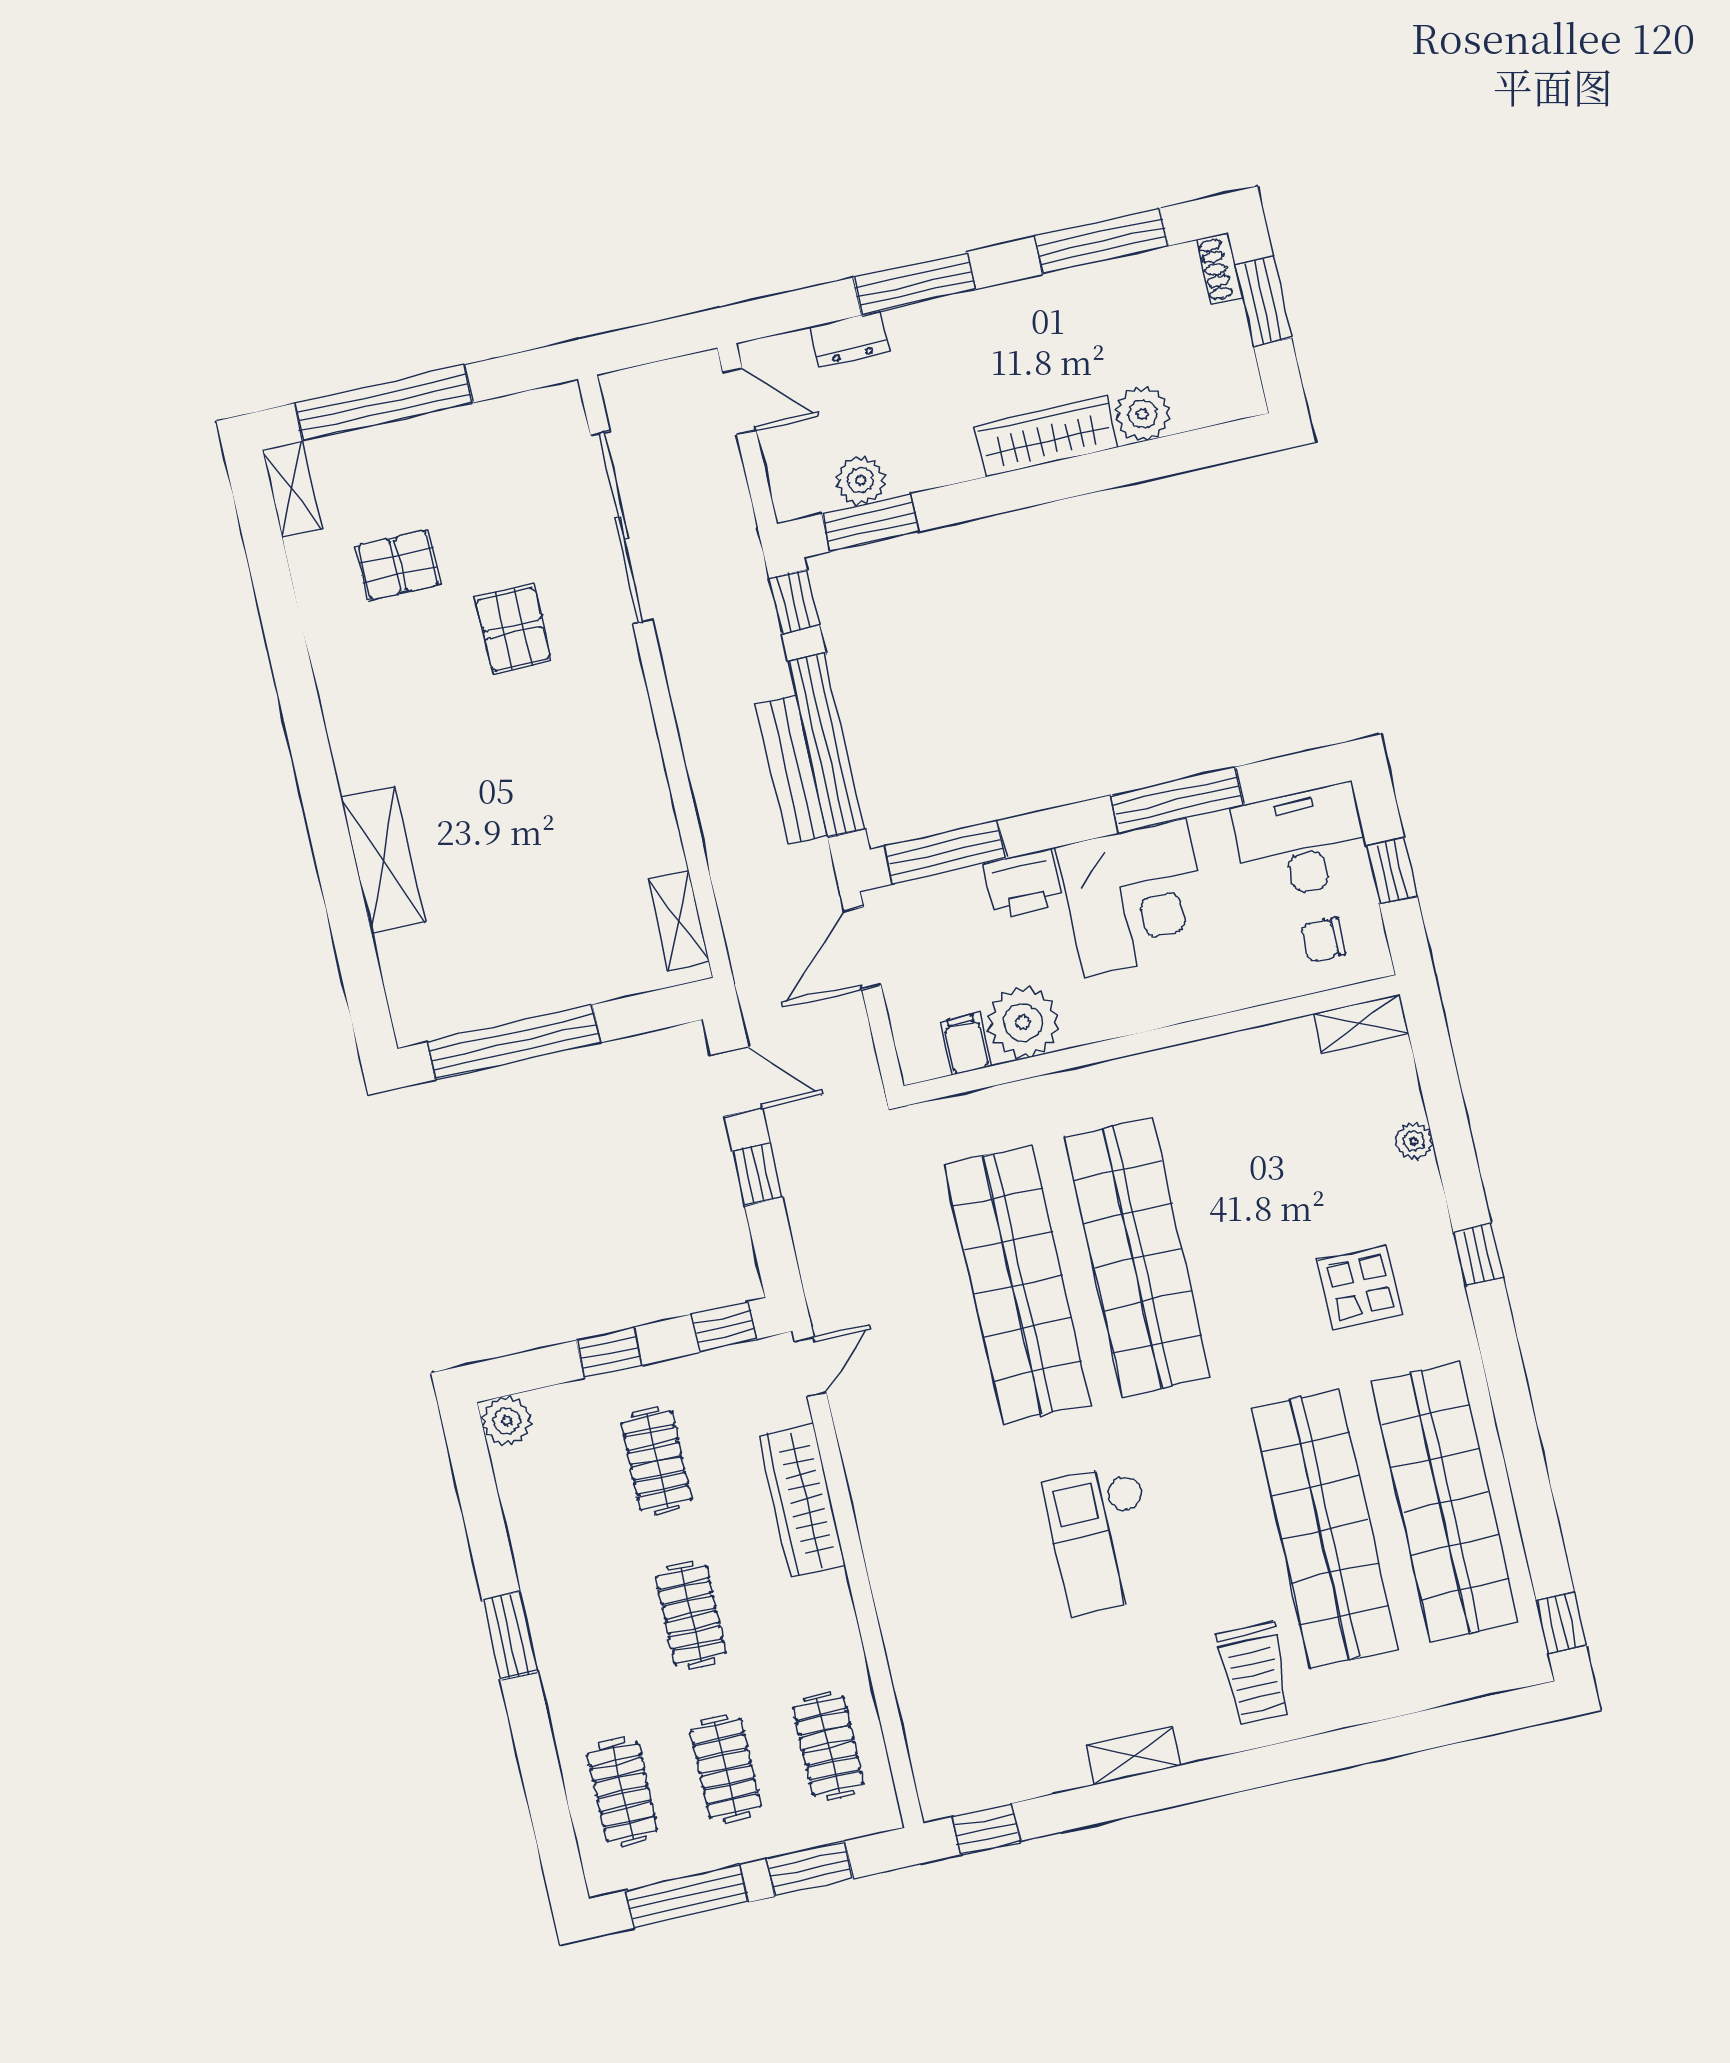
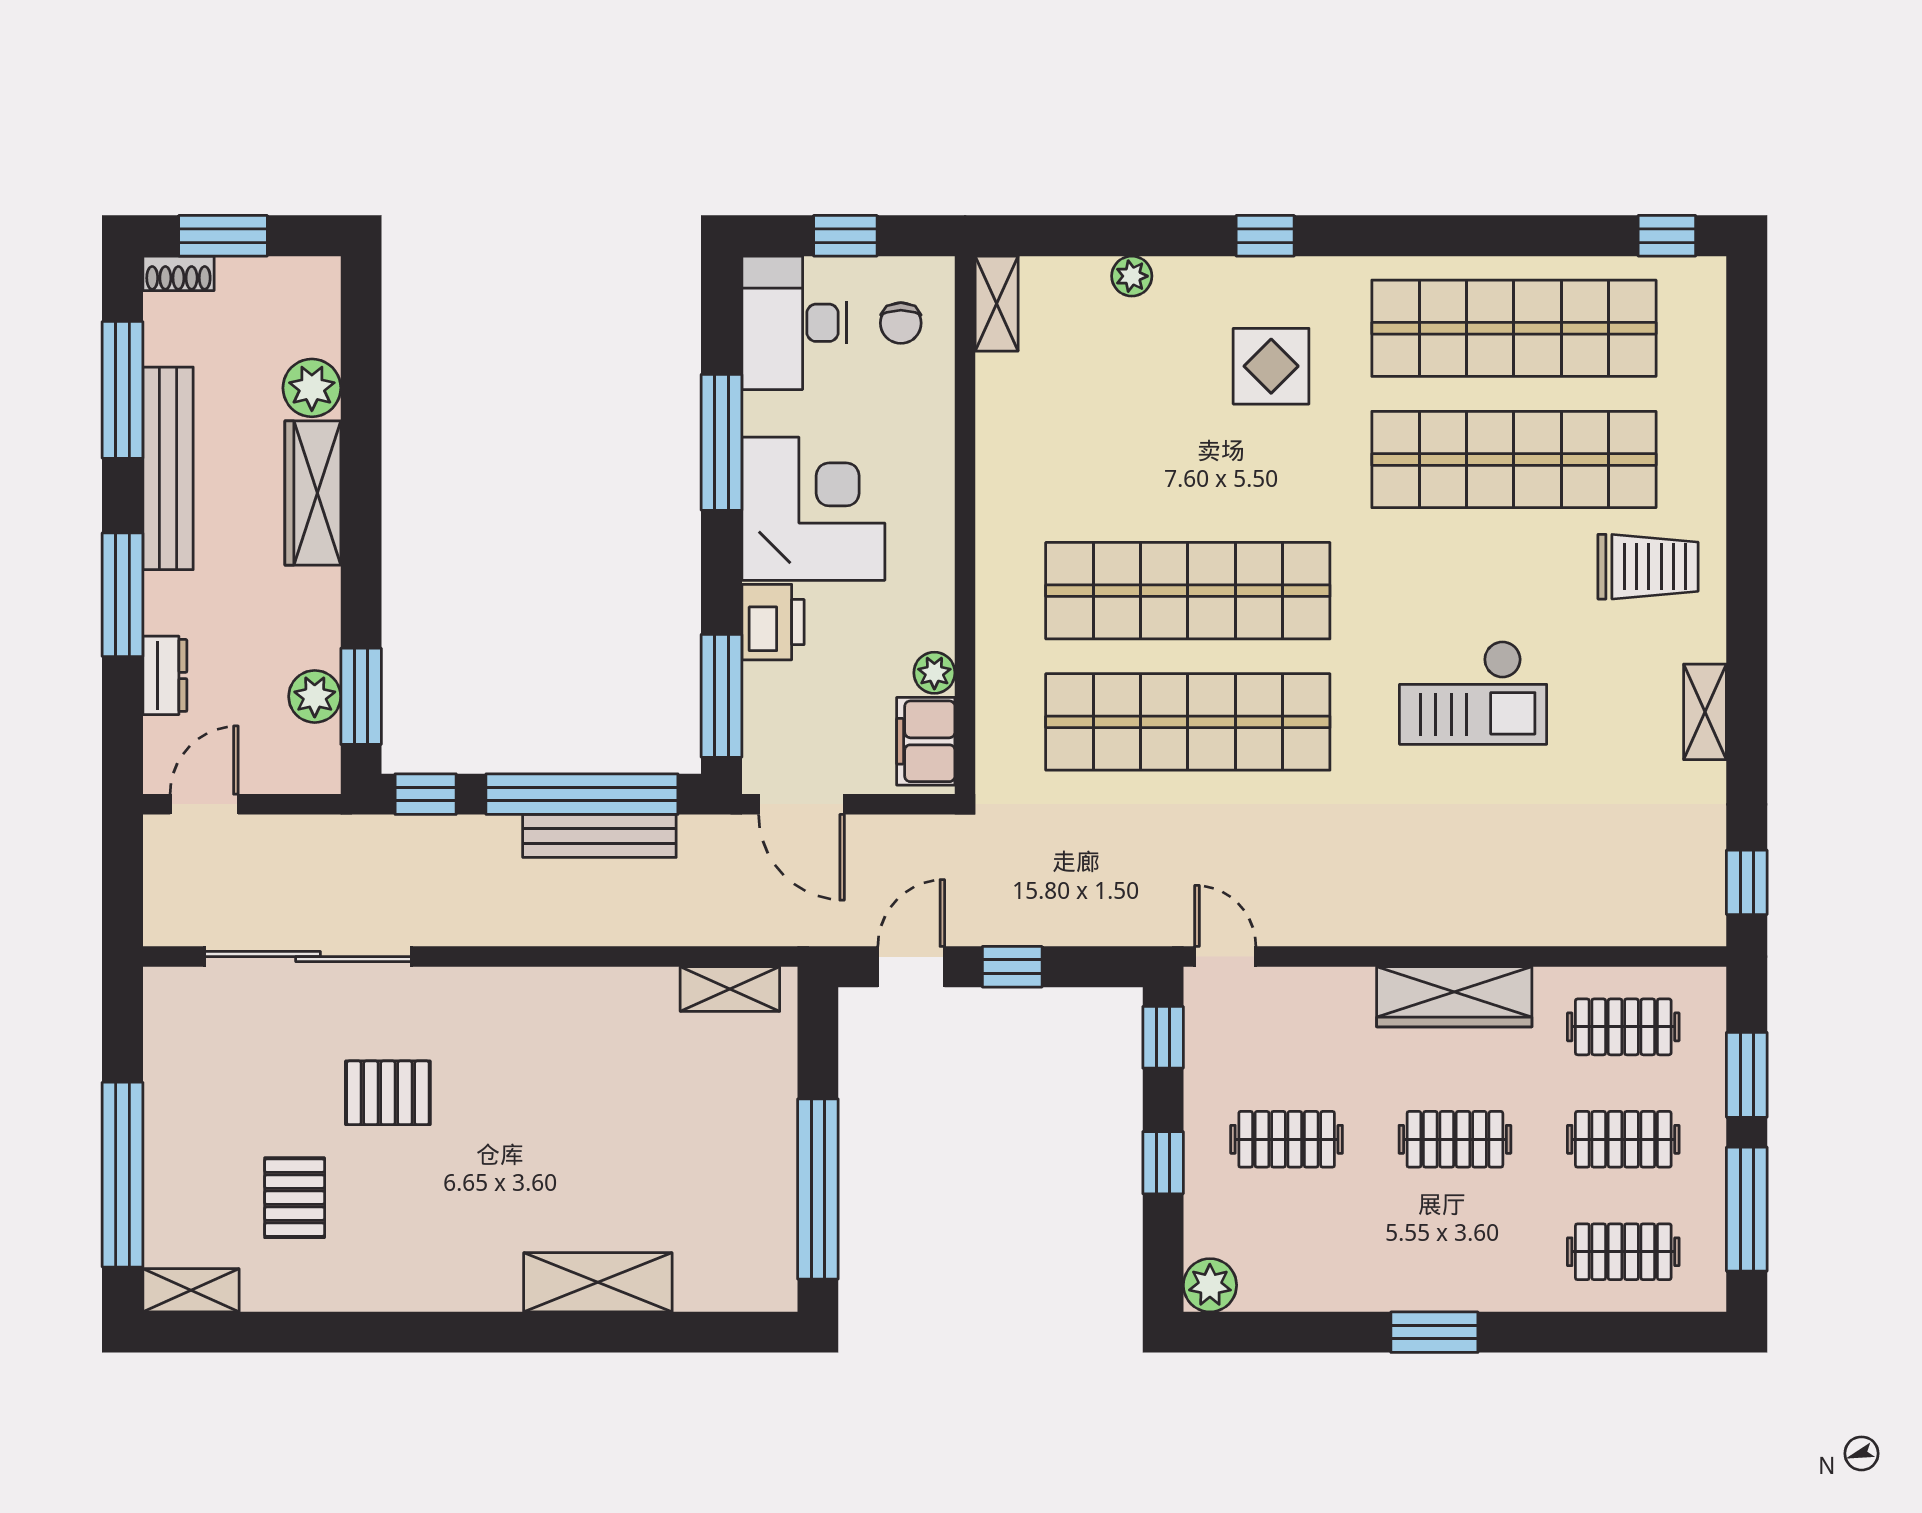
bench: (1039, 299) -> (168, 468), added
plant: (1023, 1022) -> (934, 673), width x0.53, depth x0.53
filing cabinet: (966, 1044) -> (926, 741), width x2.00
wardrobe: (802, 1501) -> (1454, 997), moved

